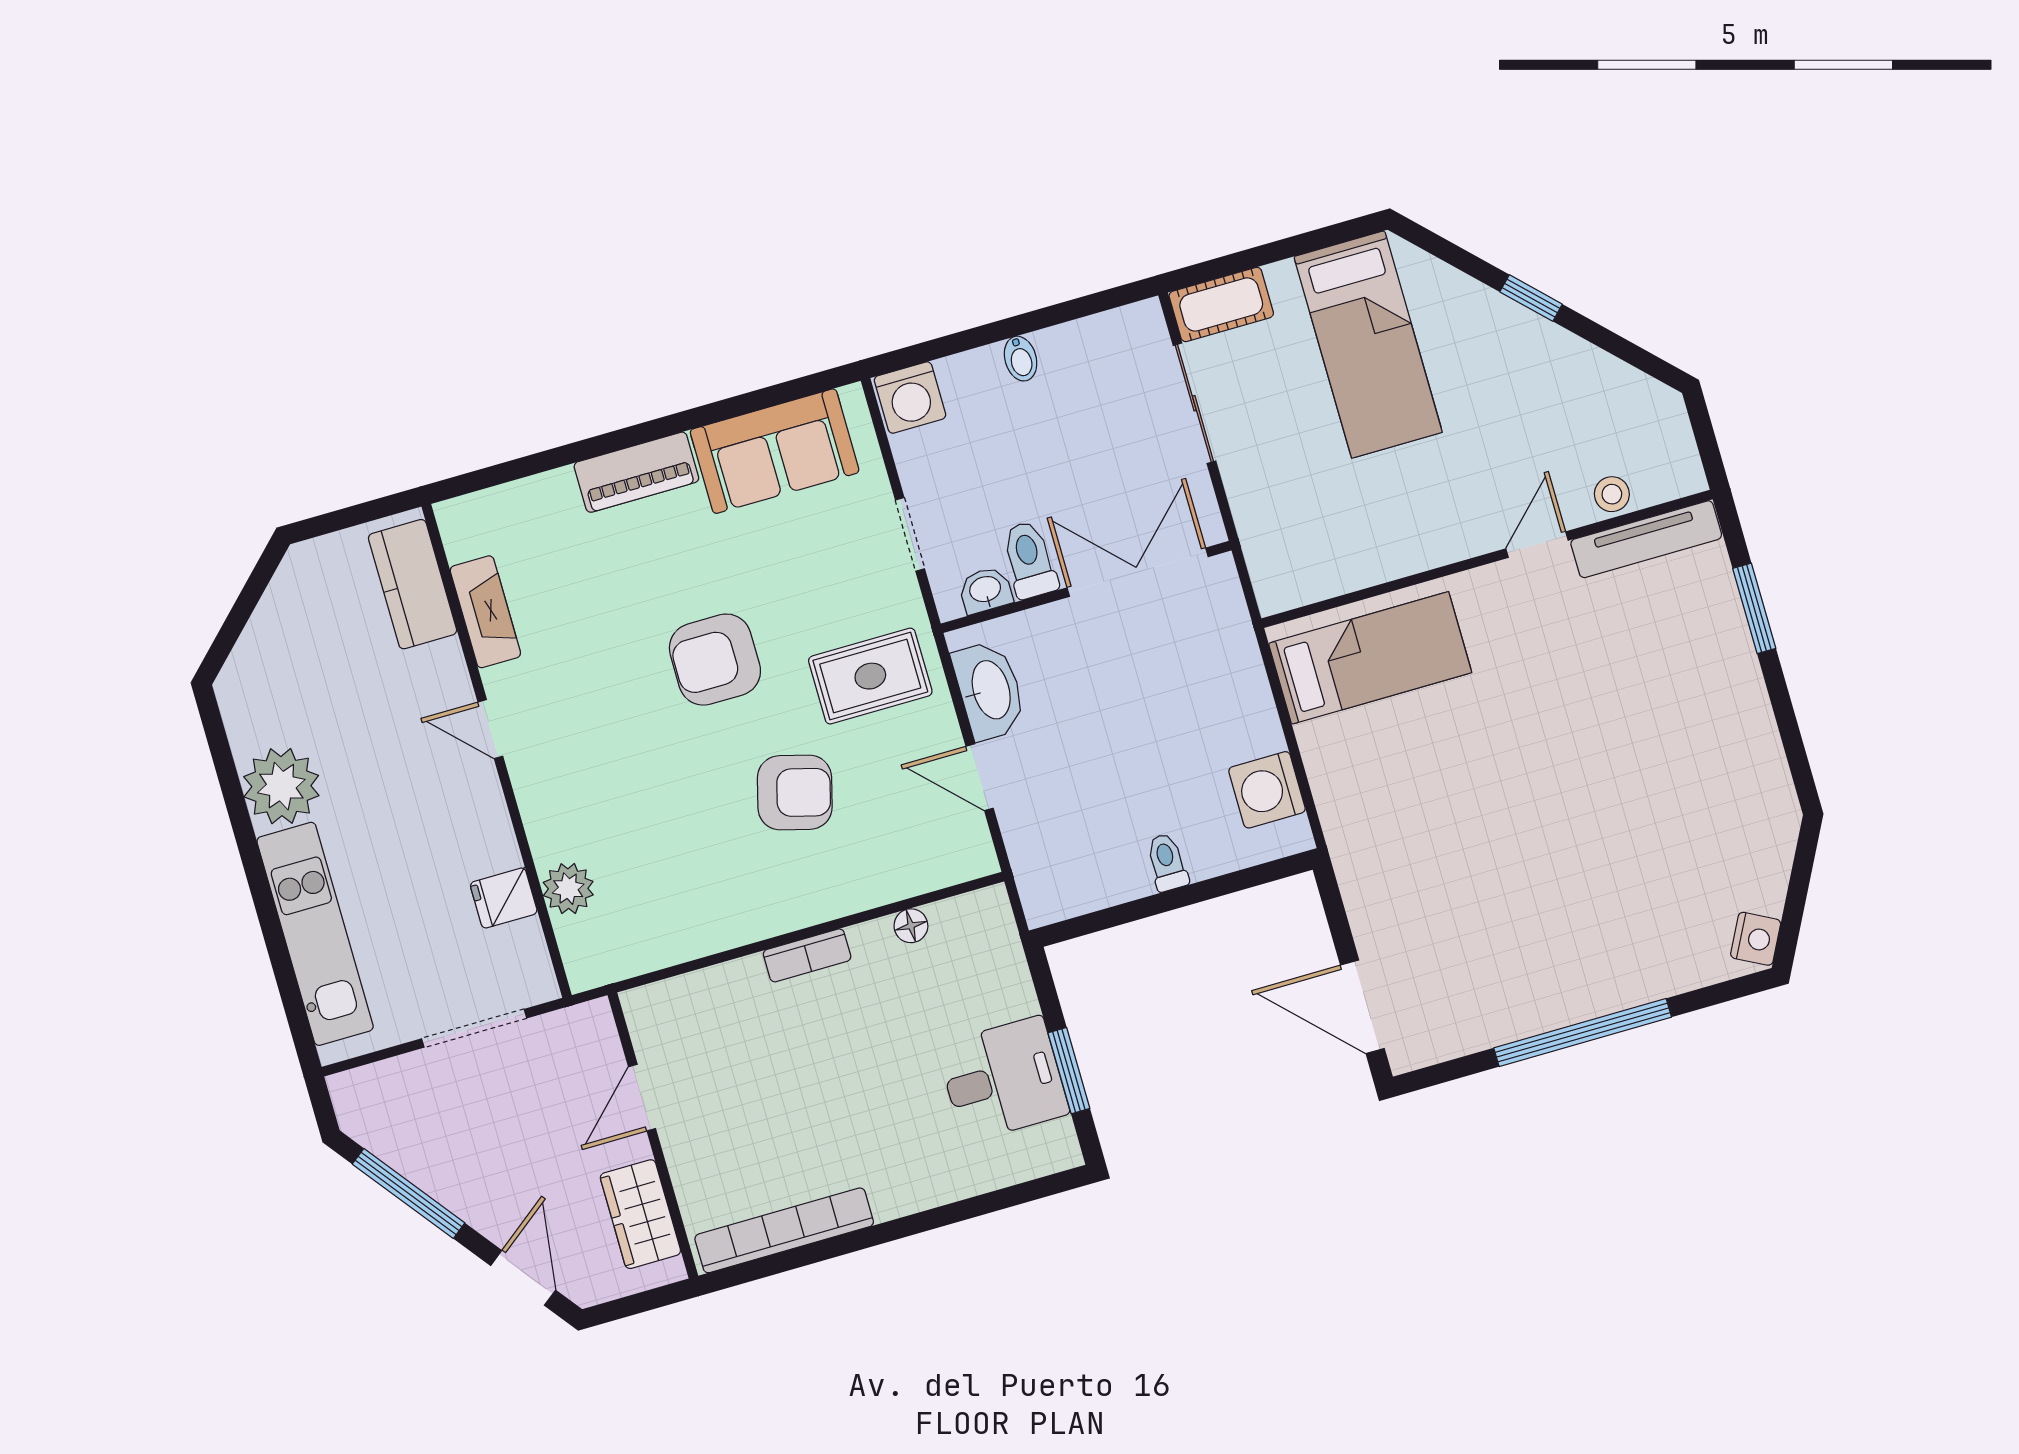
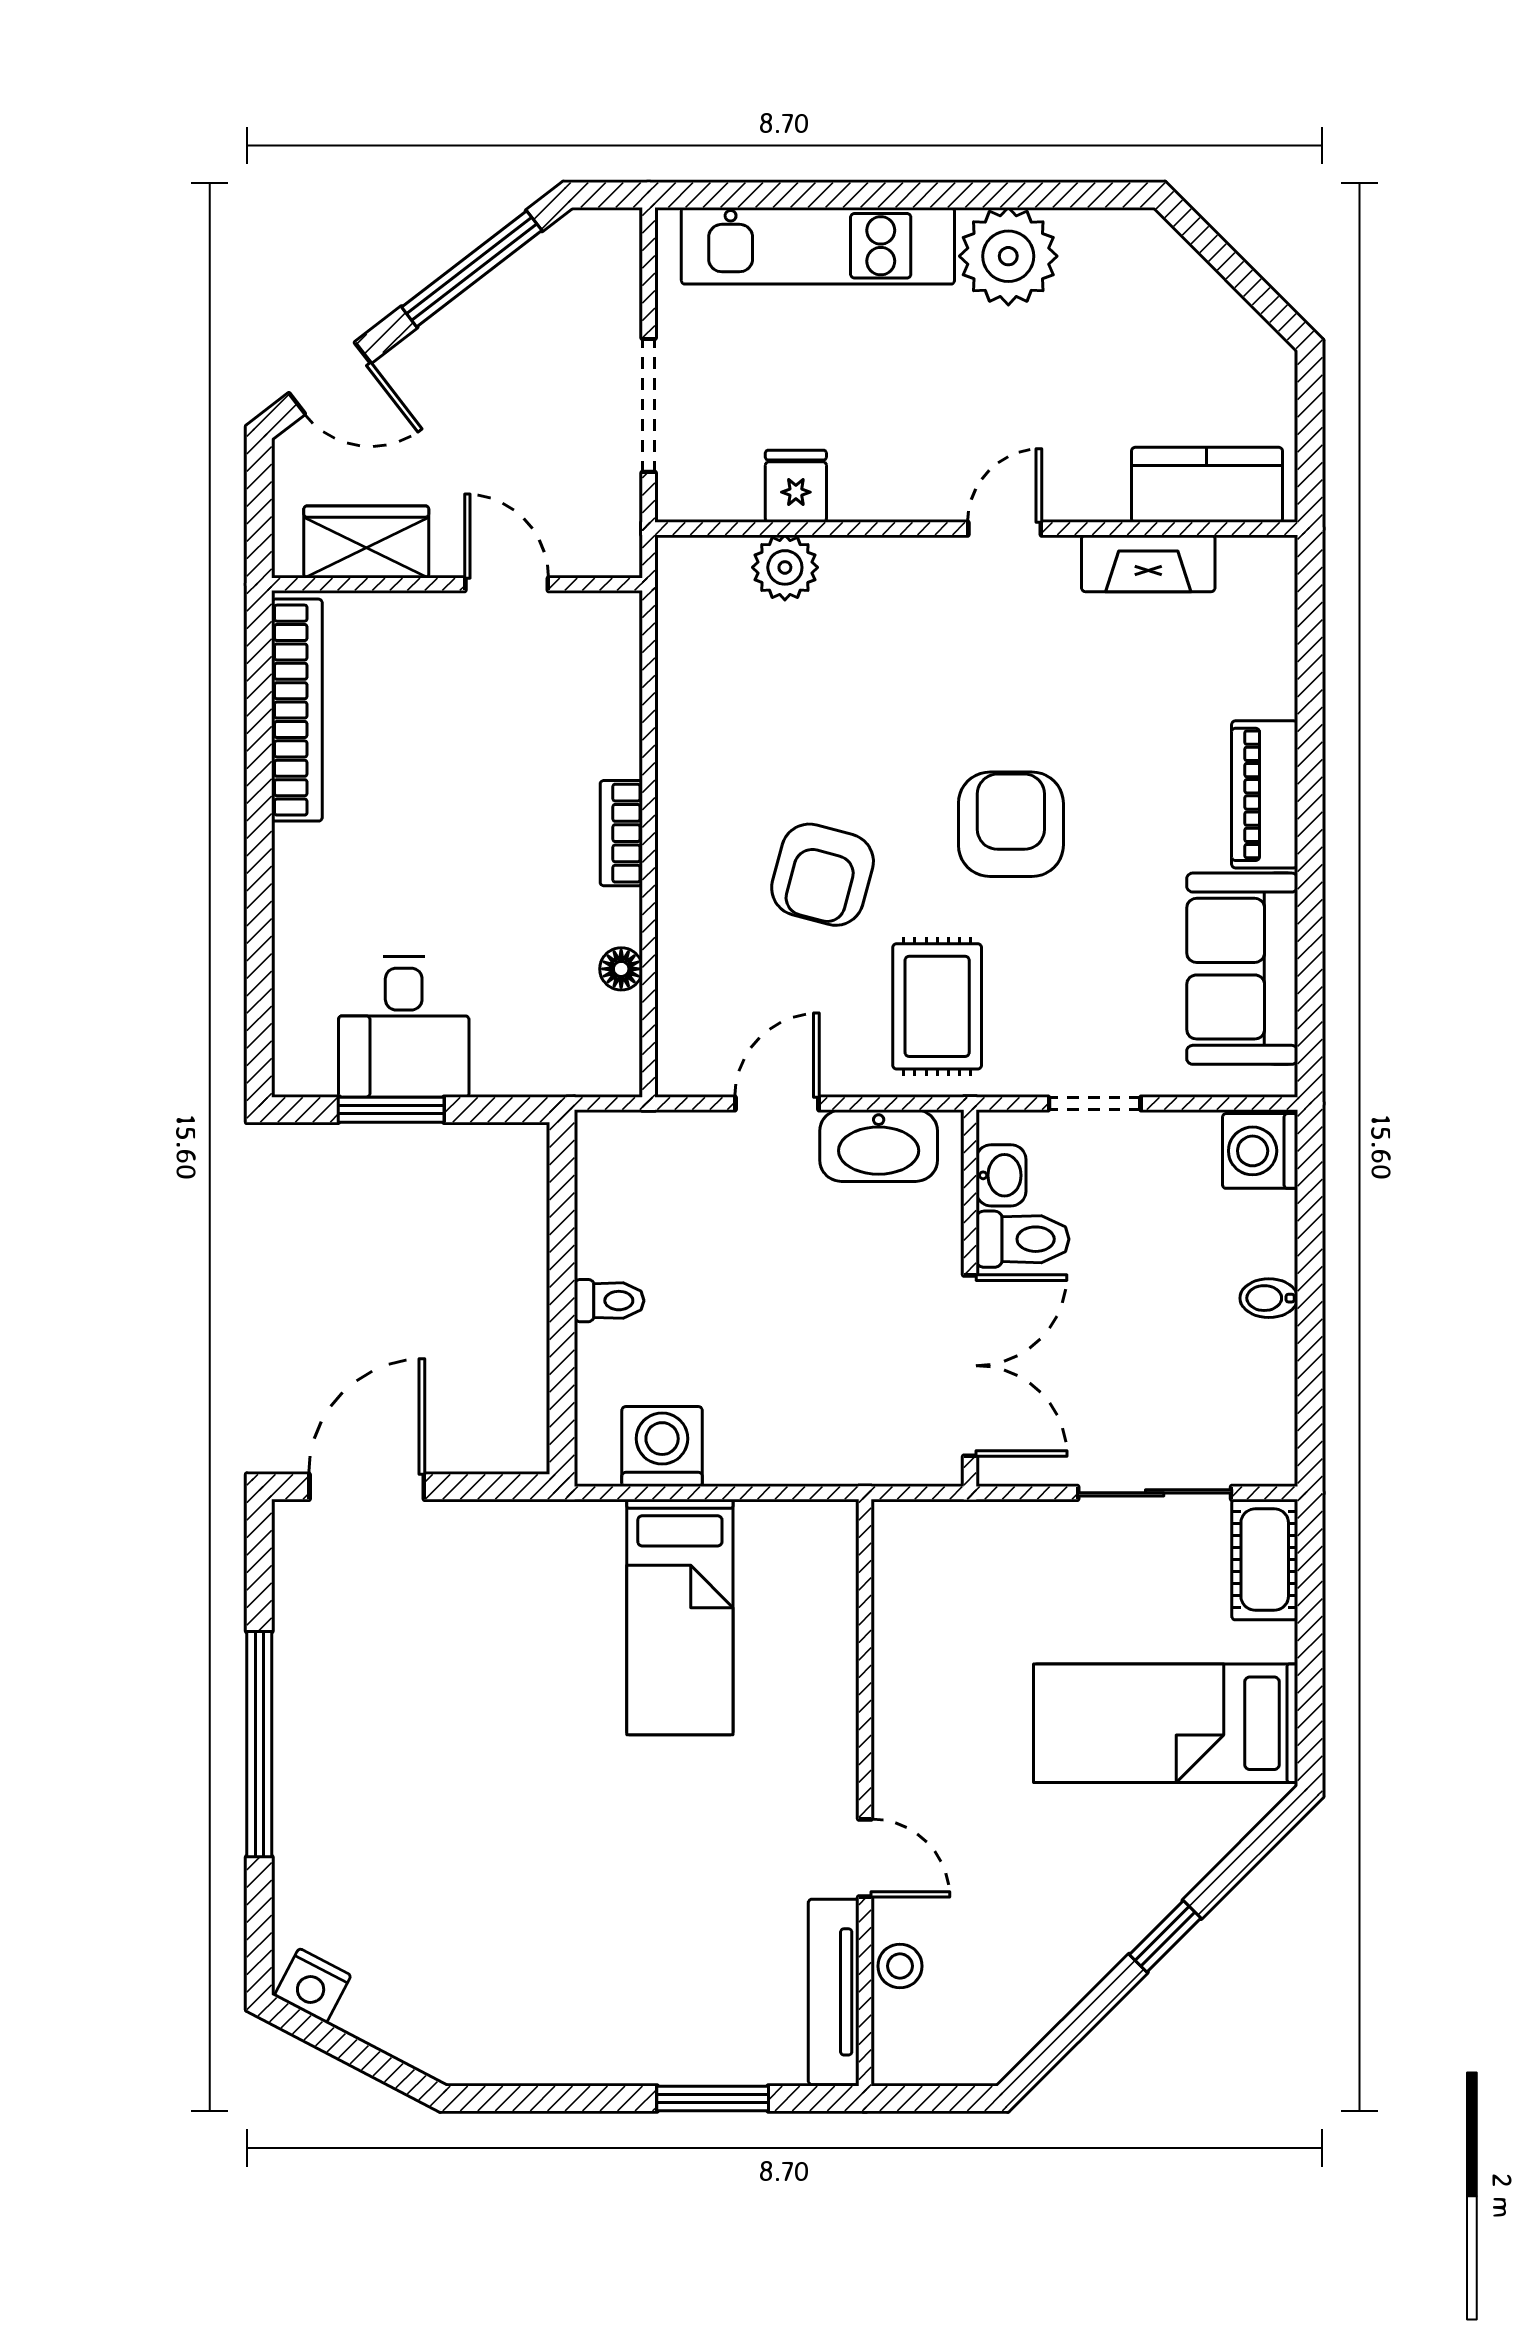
bed: (1370, 658) -> (680, 1617), moved

